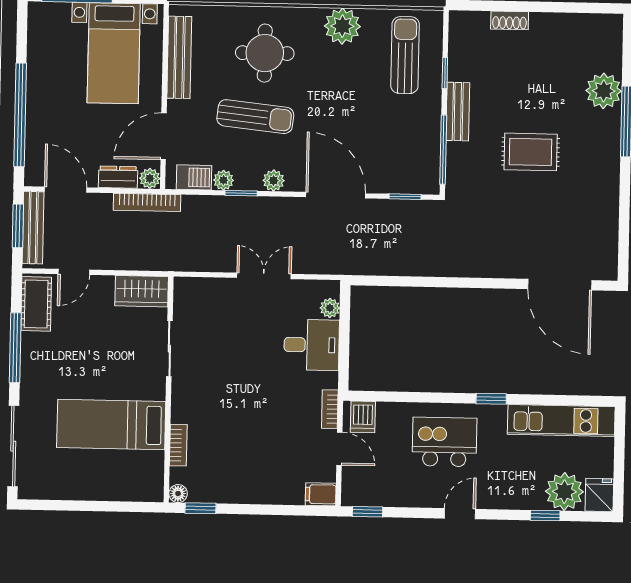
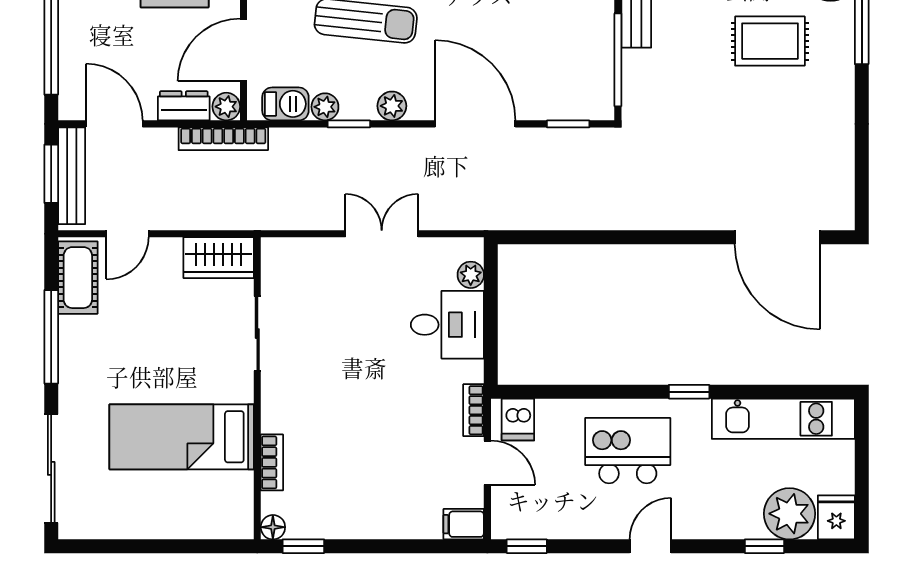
rug: (531, 152) -> (770, 41), moved

